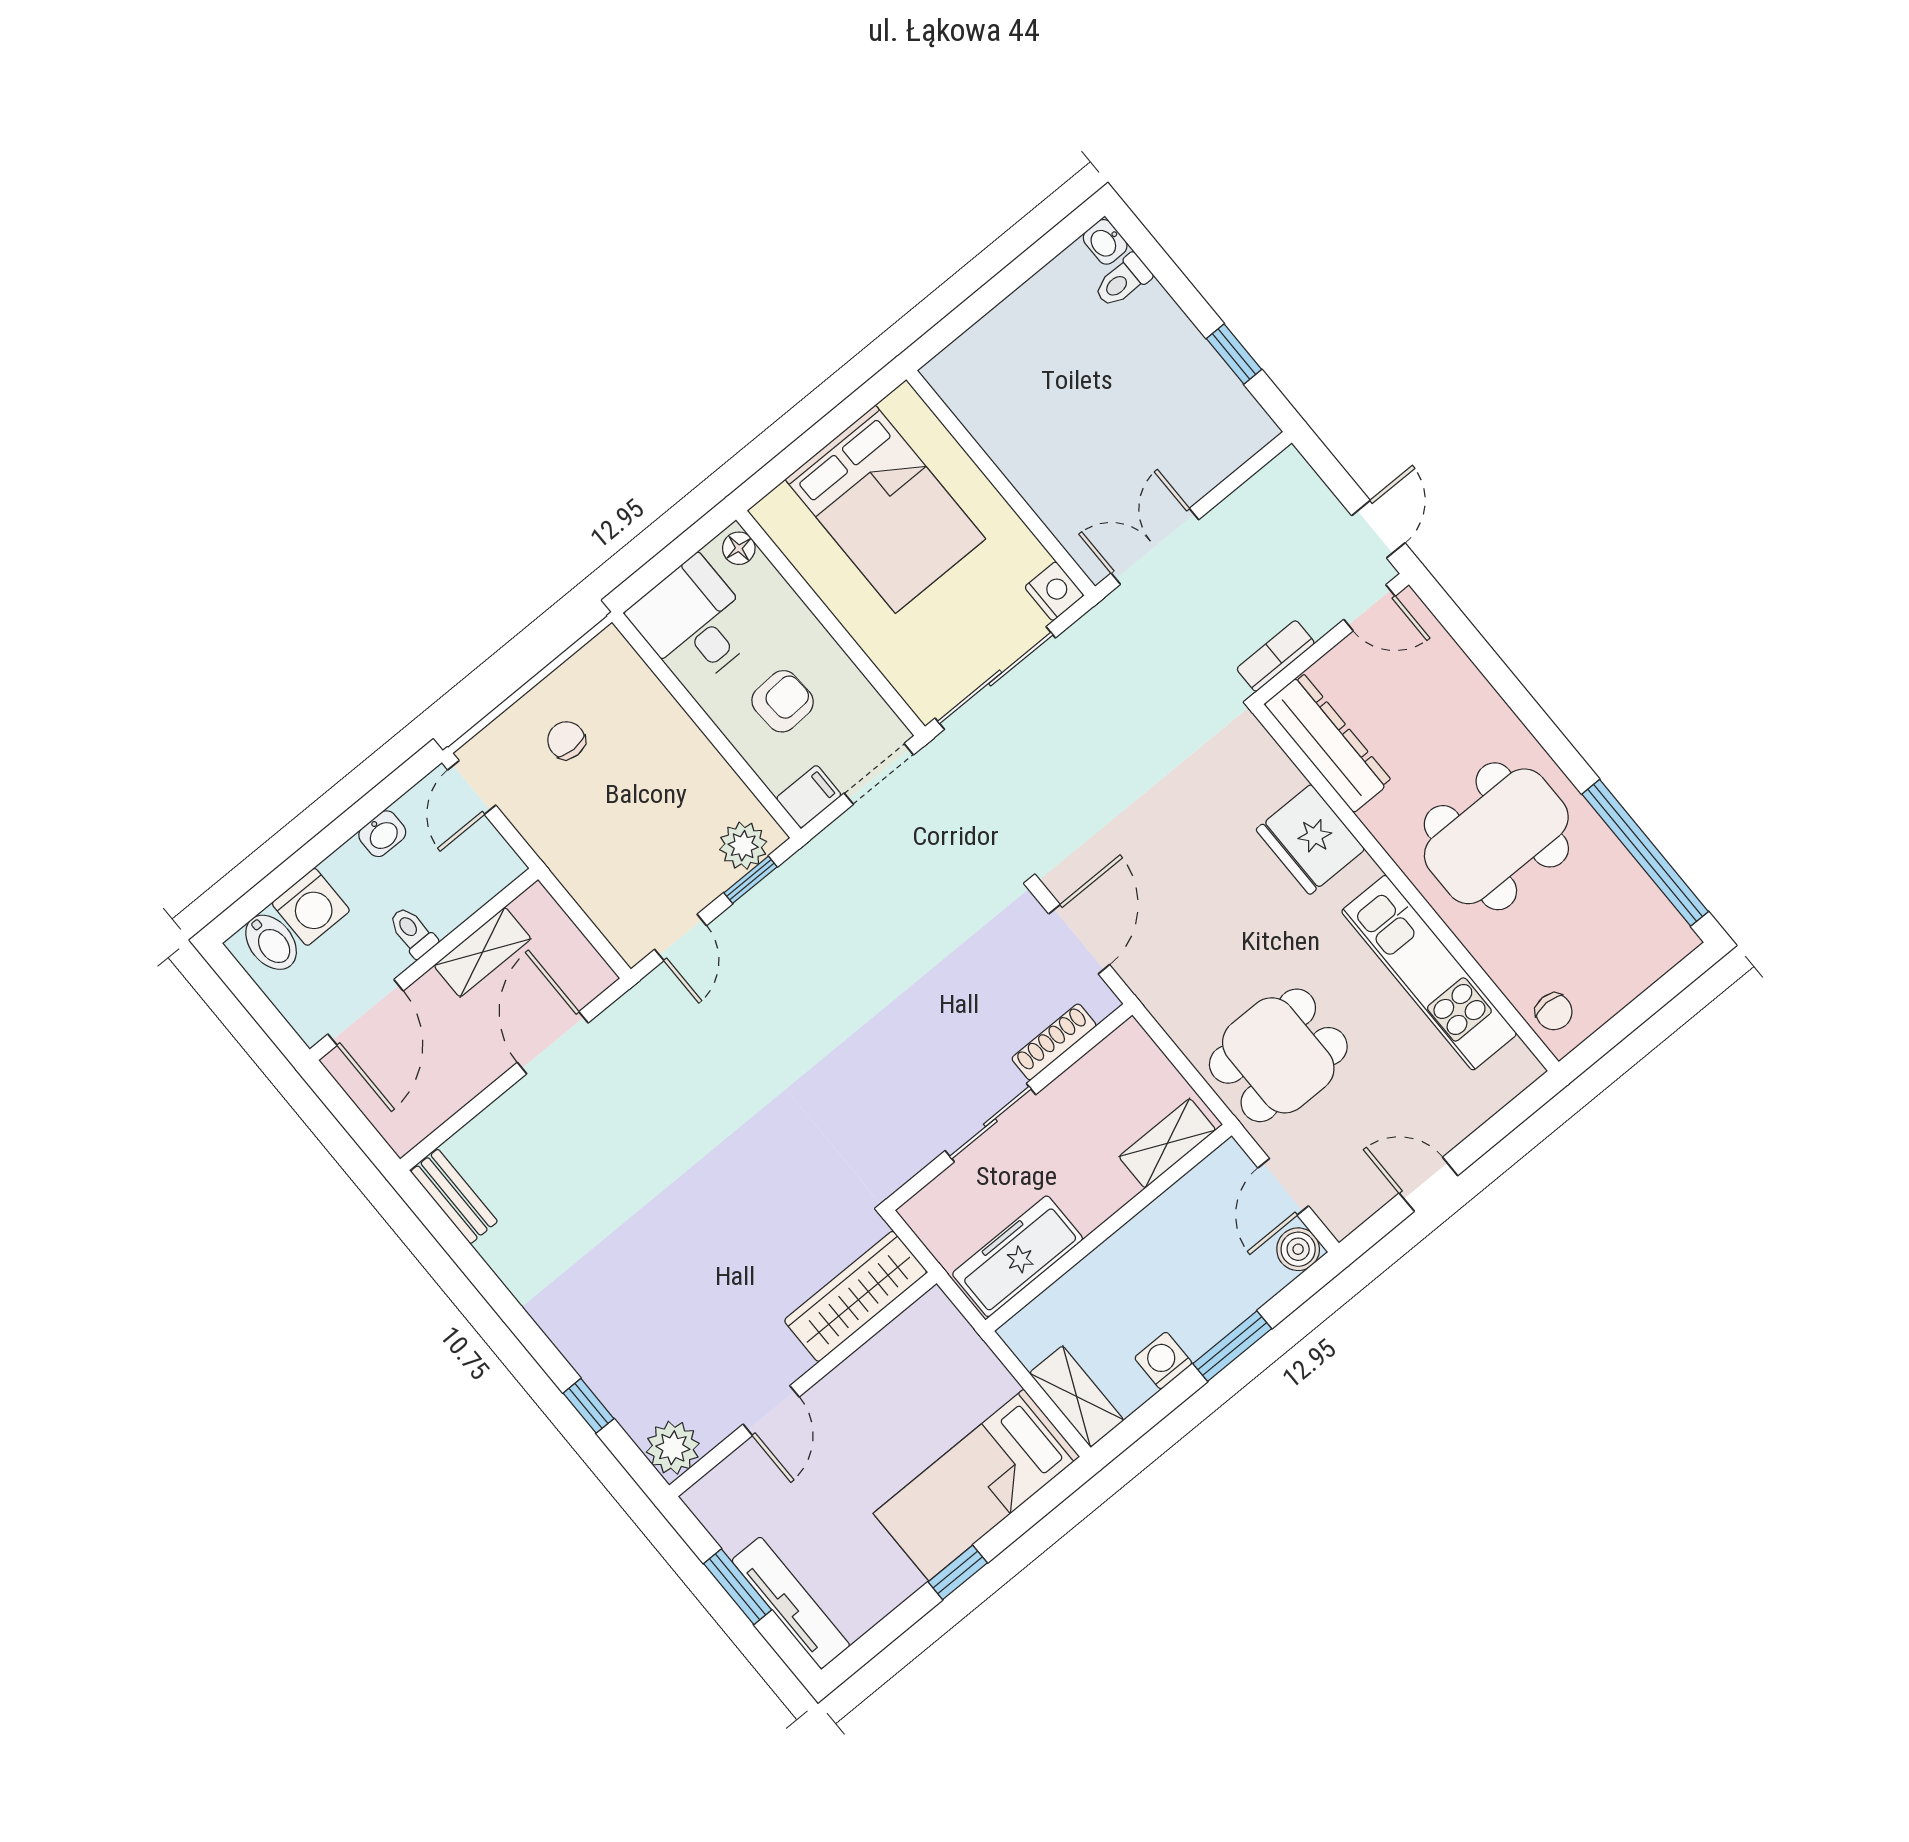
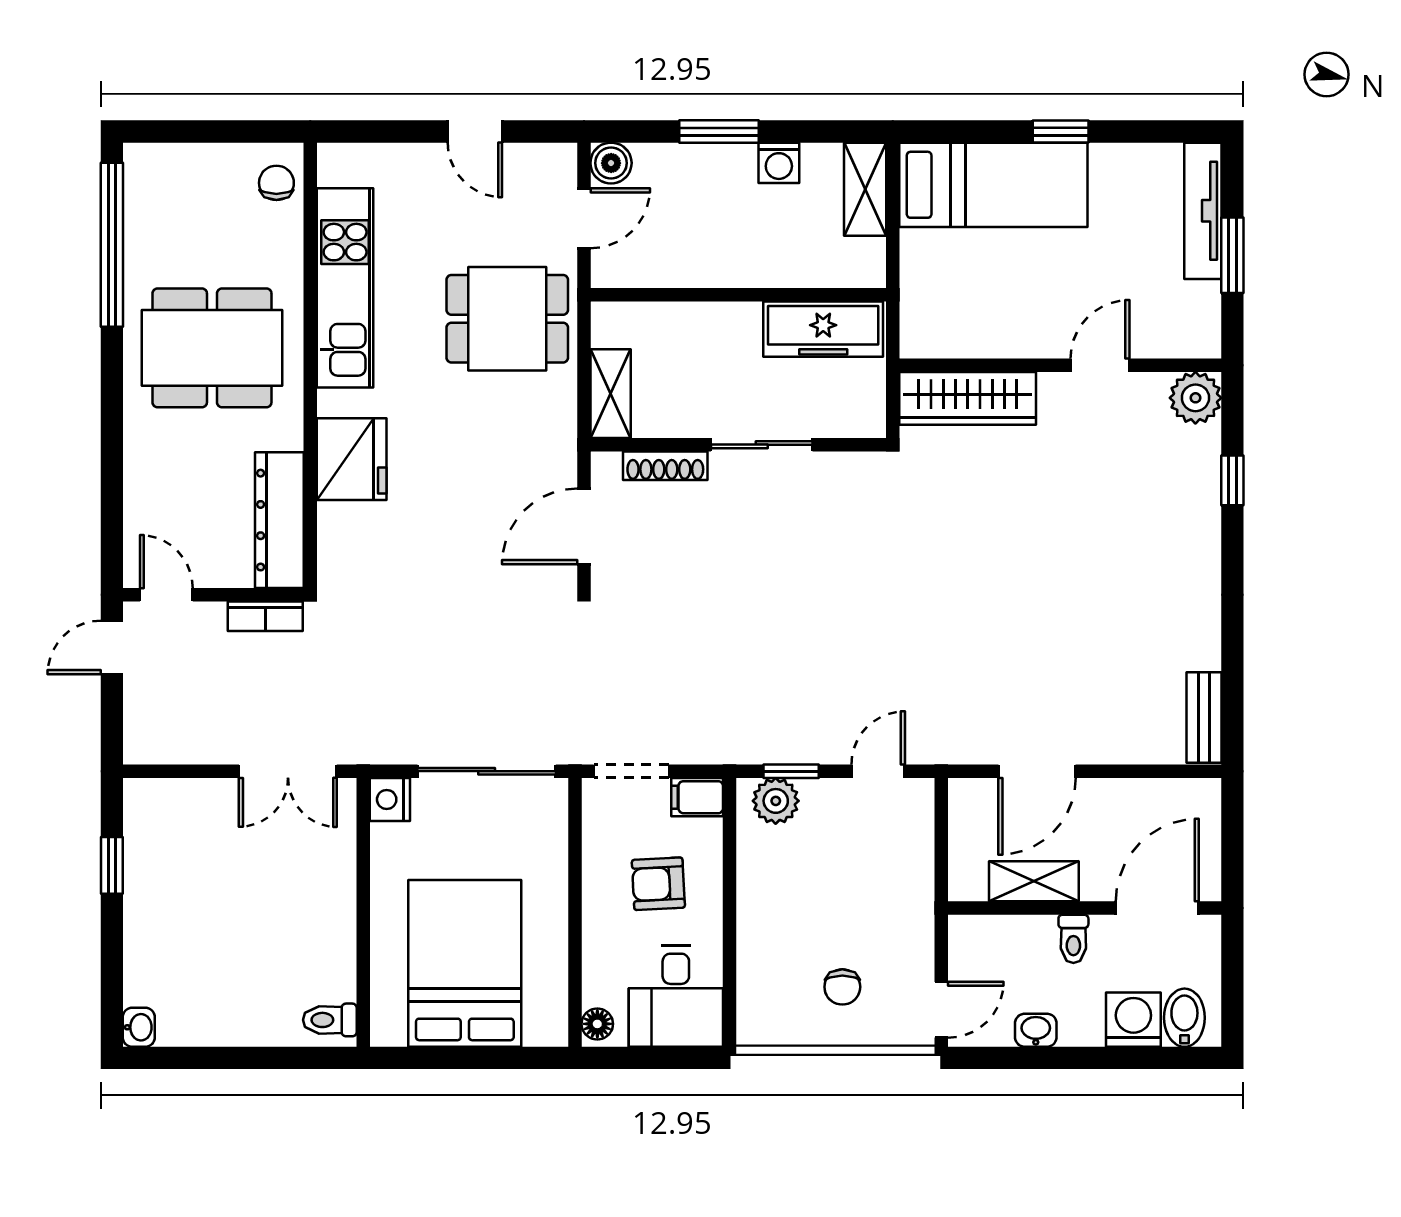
toilet: (1123, 281) -> (330, 1020), moved, turned 180
shelving: (1167, 1143) -> (611, 394), moved, turned 90

